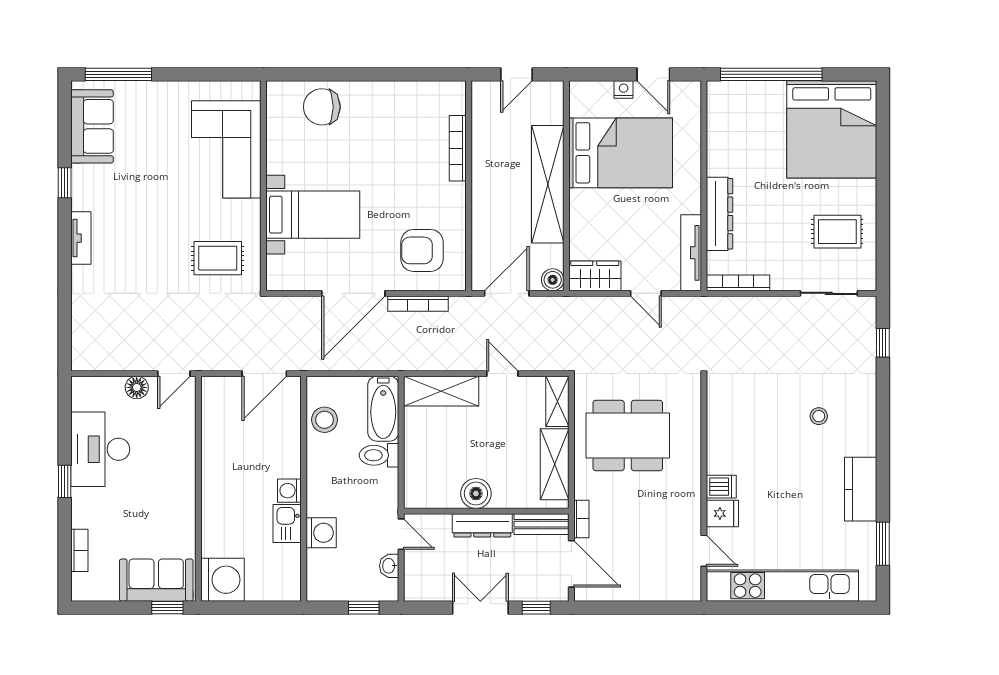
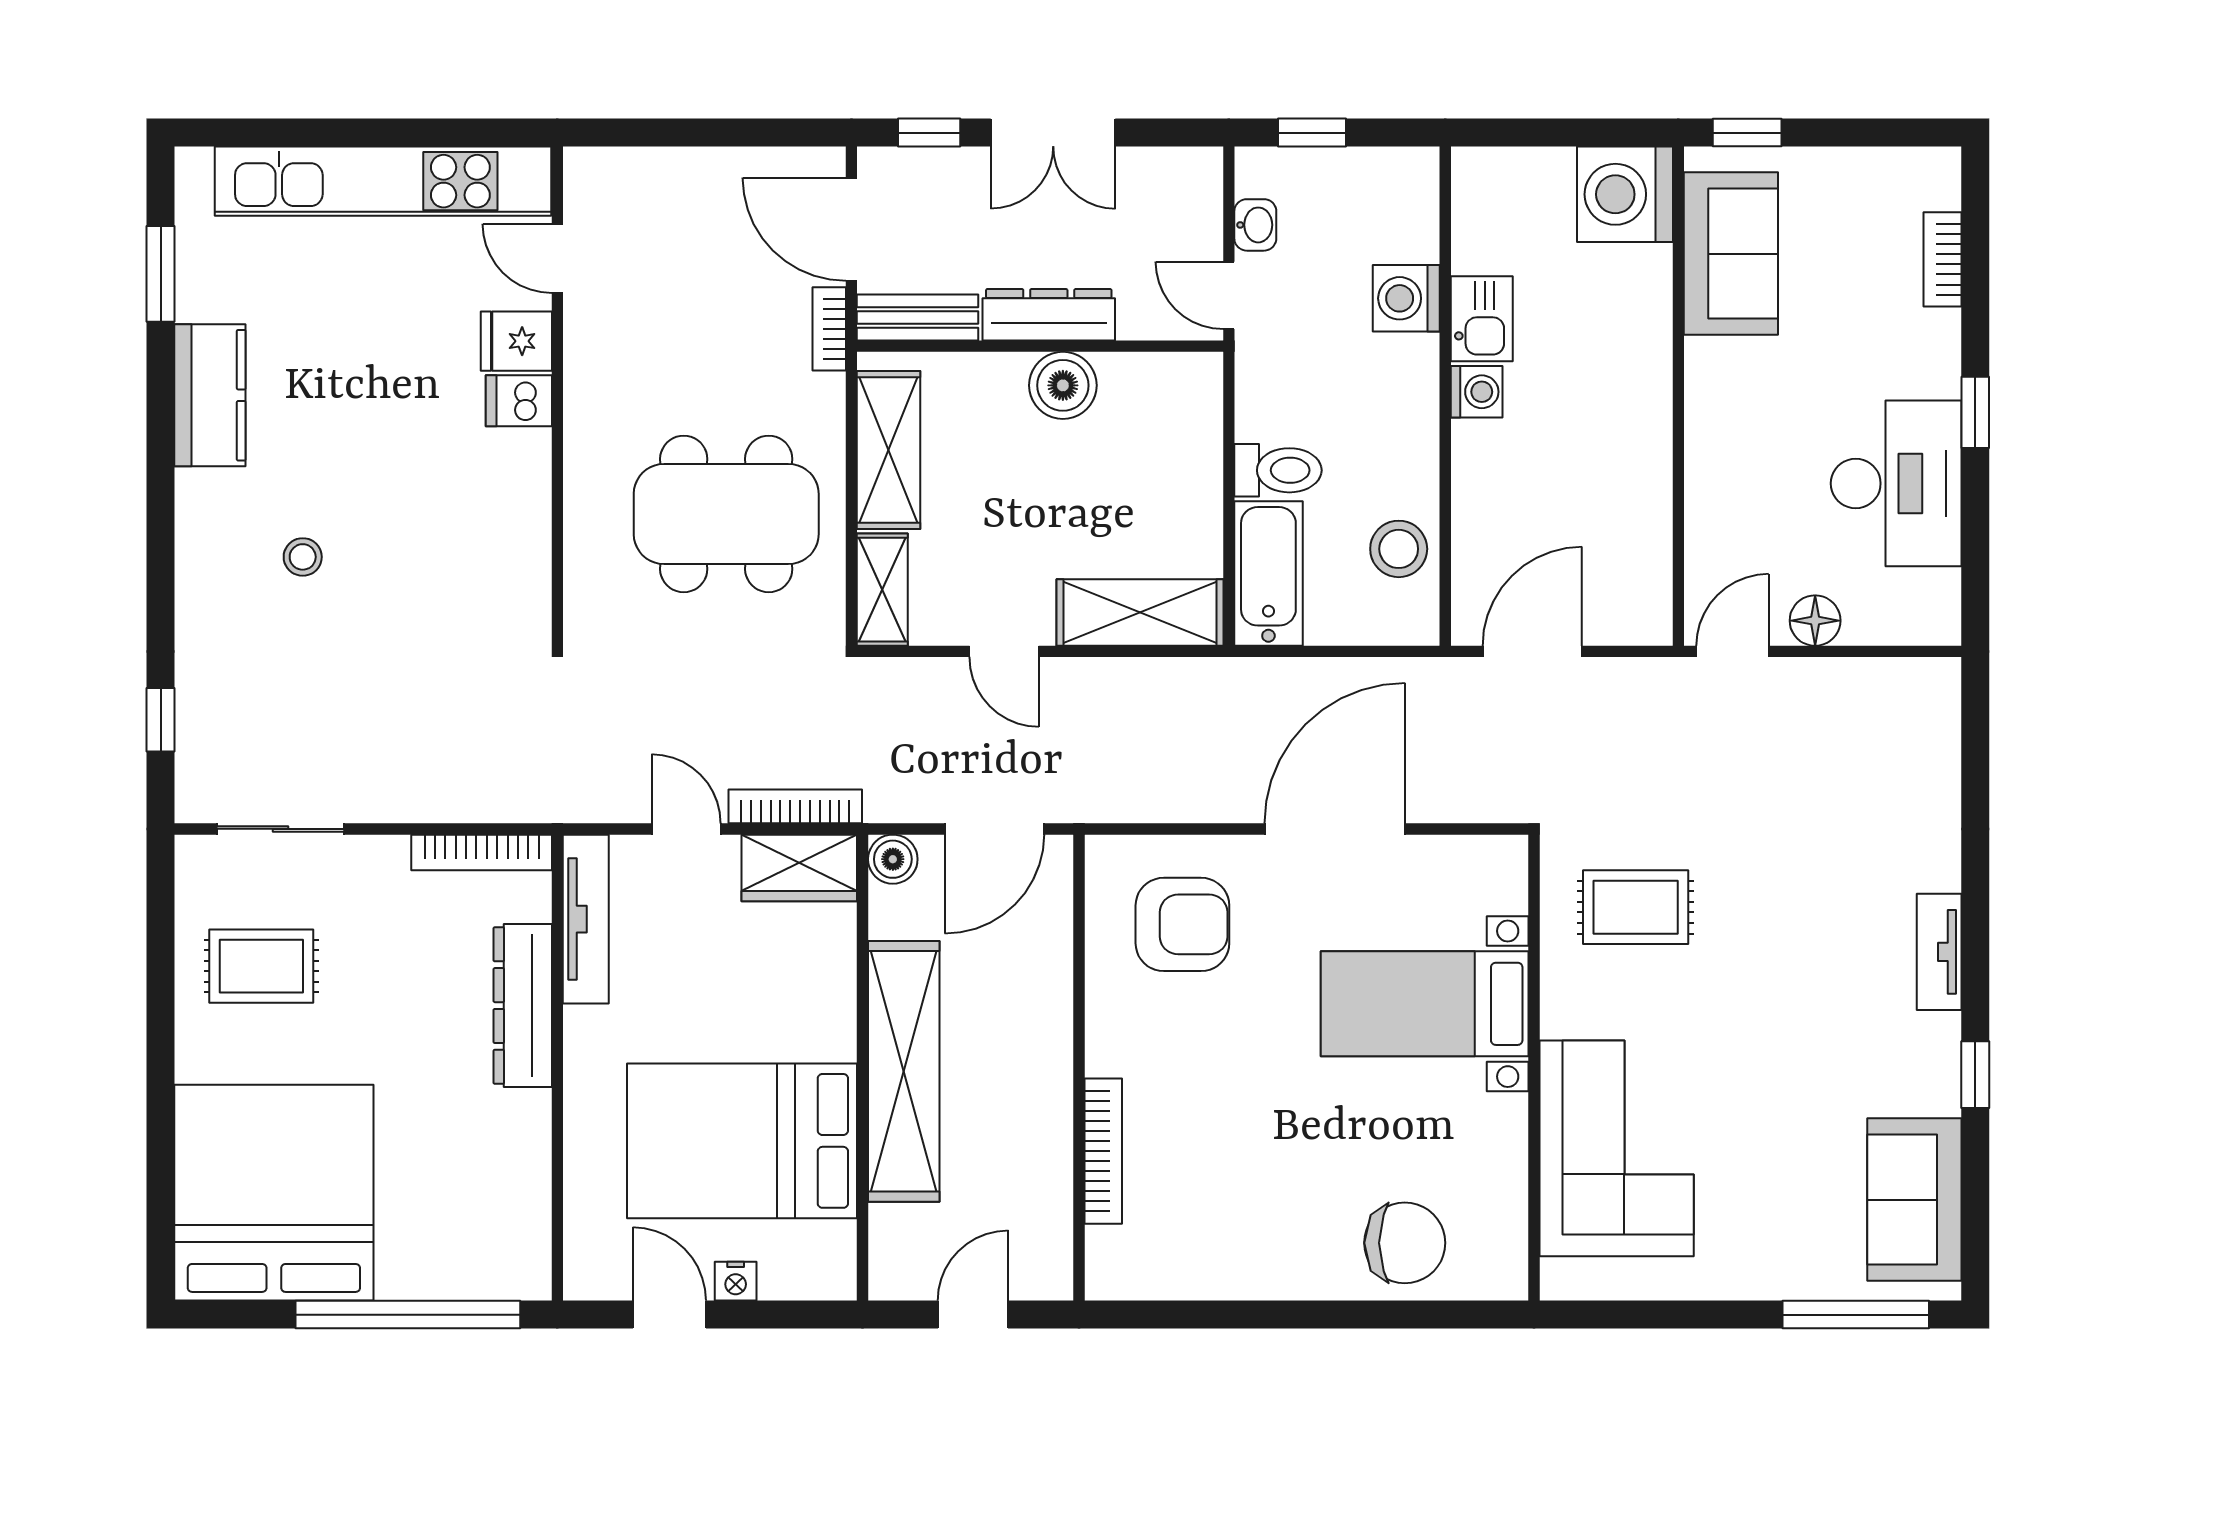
bookcase: (418, 304) -> (795, 806), moved
sofa: (156, 580) -> (1731, 254), moved, turned -90

